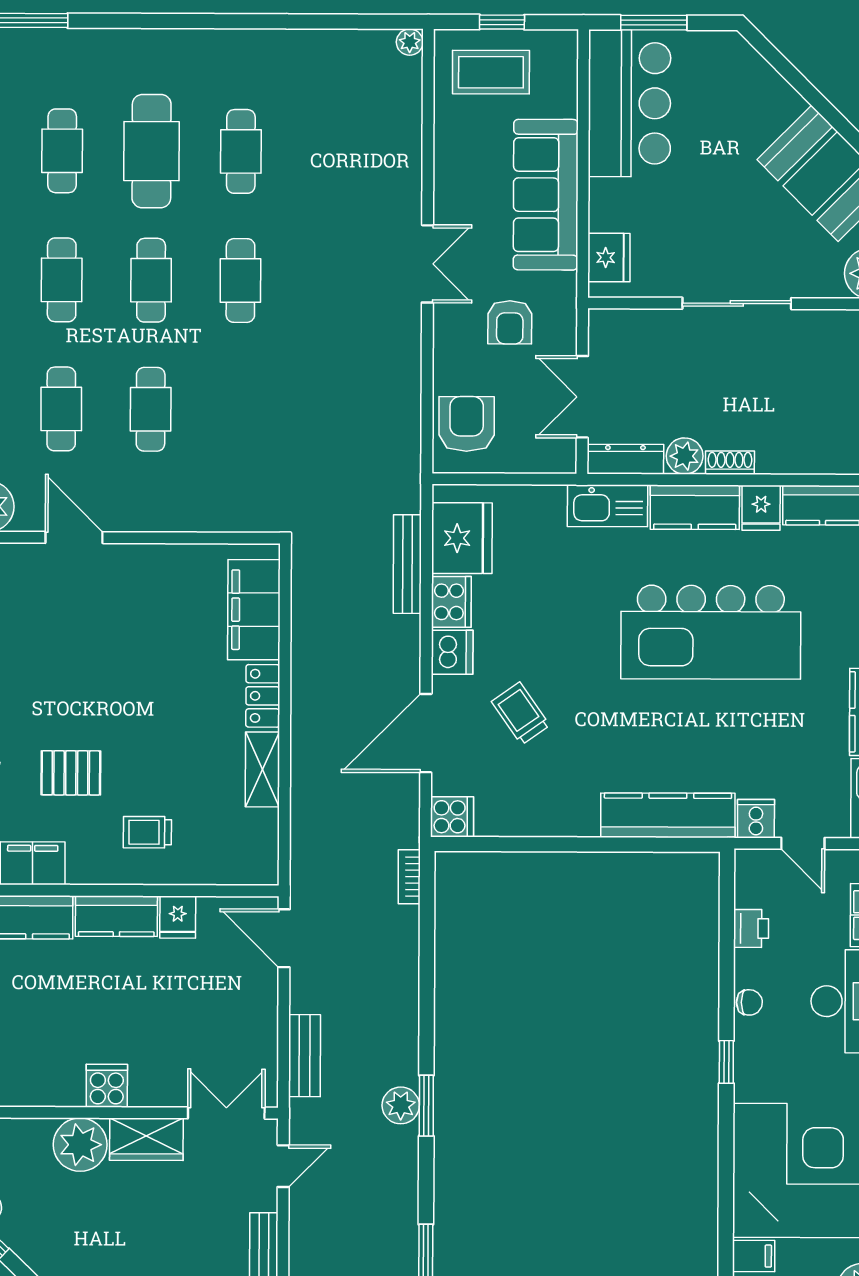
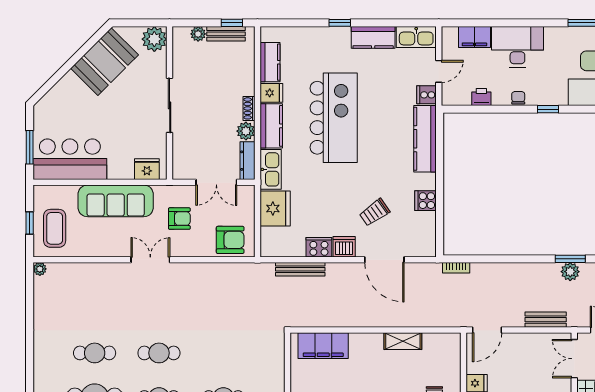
armchair: (467, 424) -> (230, 240), turned 180
fridge: (462, 538) -> (275, 208), moved, turned 90
locker: (263, 696) -> (366, 341), removed
cooker: (452, 817) -> (426, 201), moved, turned -90

